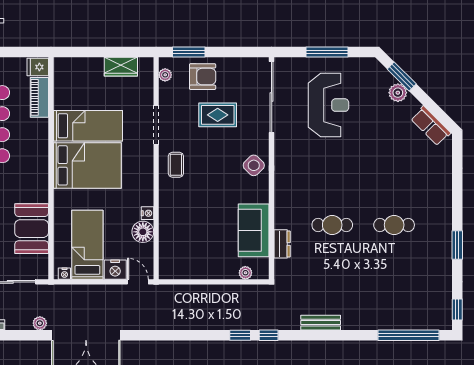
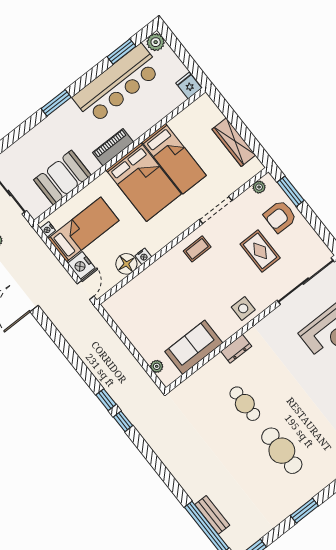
wardrobe: (121, 67) -> (234, 142), width x1.50
armchair: (203, 77) -> (280, 216), turned 90
piano: (39, 97) -> (113, 147), moved
side table: (254, 165) -> (243, 308), turned 45
cafe table: (394, 225) -> (282, 451), width x1.37, depth x1.35
dresser: (282, 244) -> (236, 349), moved
bench: (321, 323) -> (212, 515), moved

